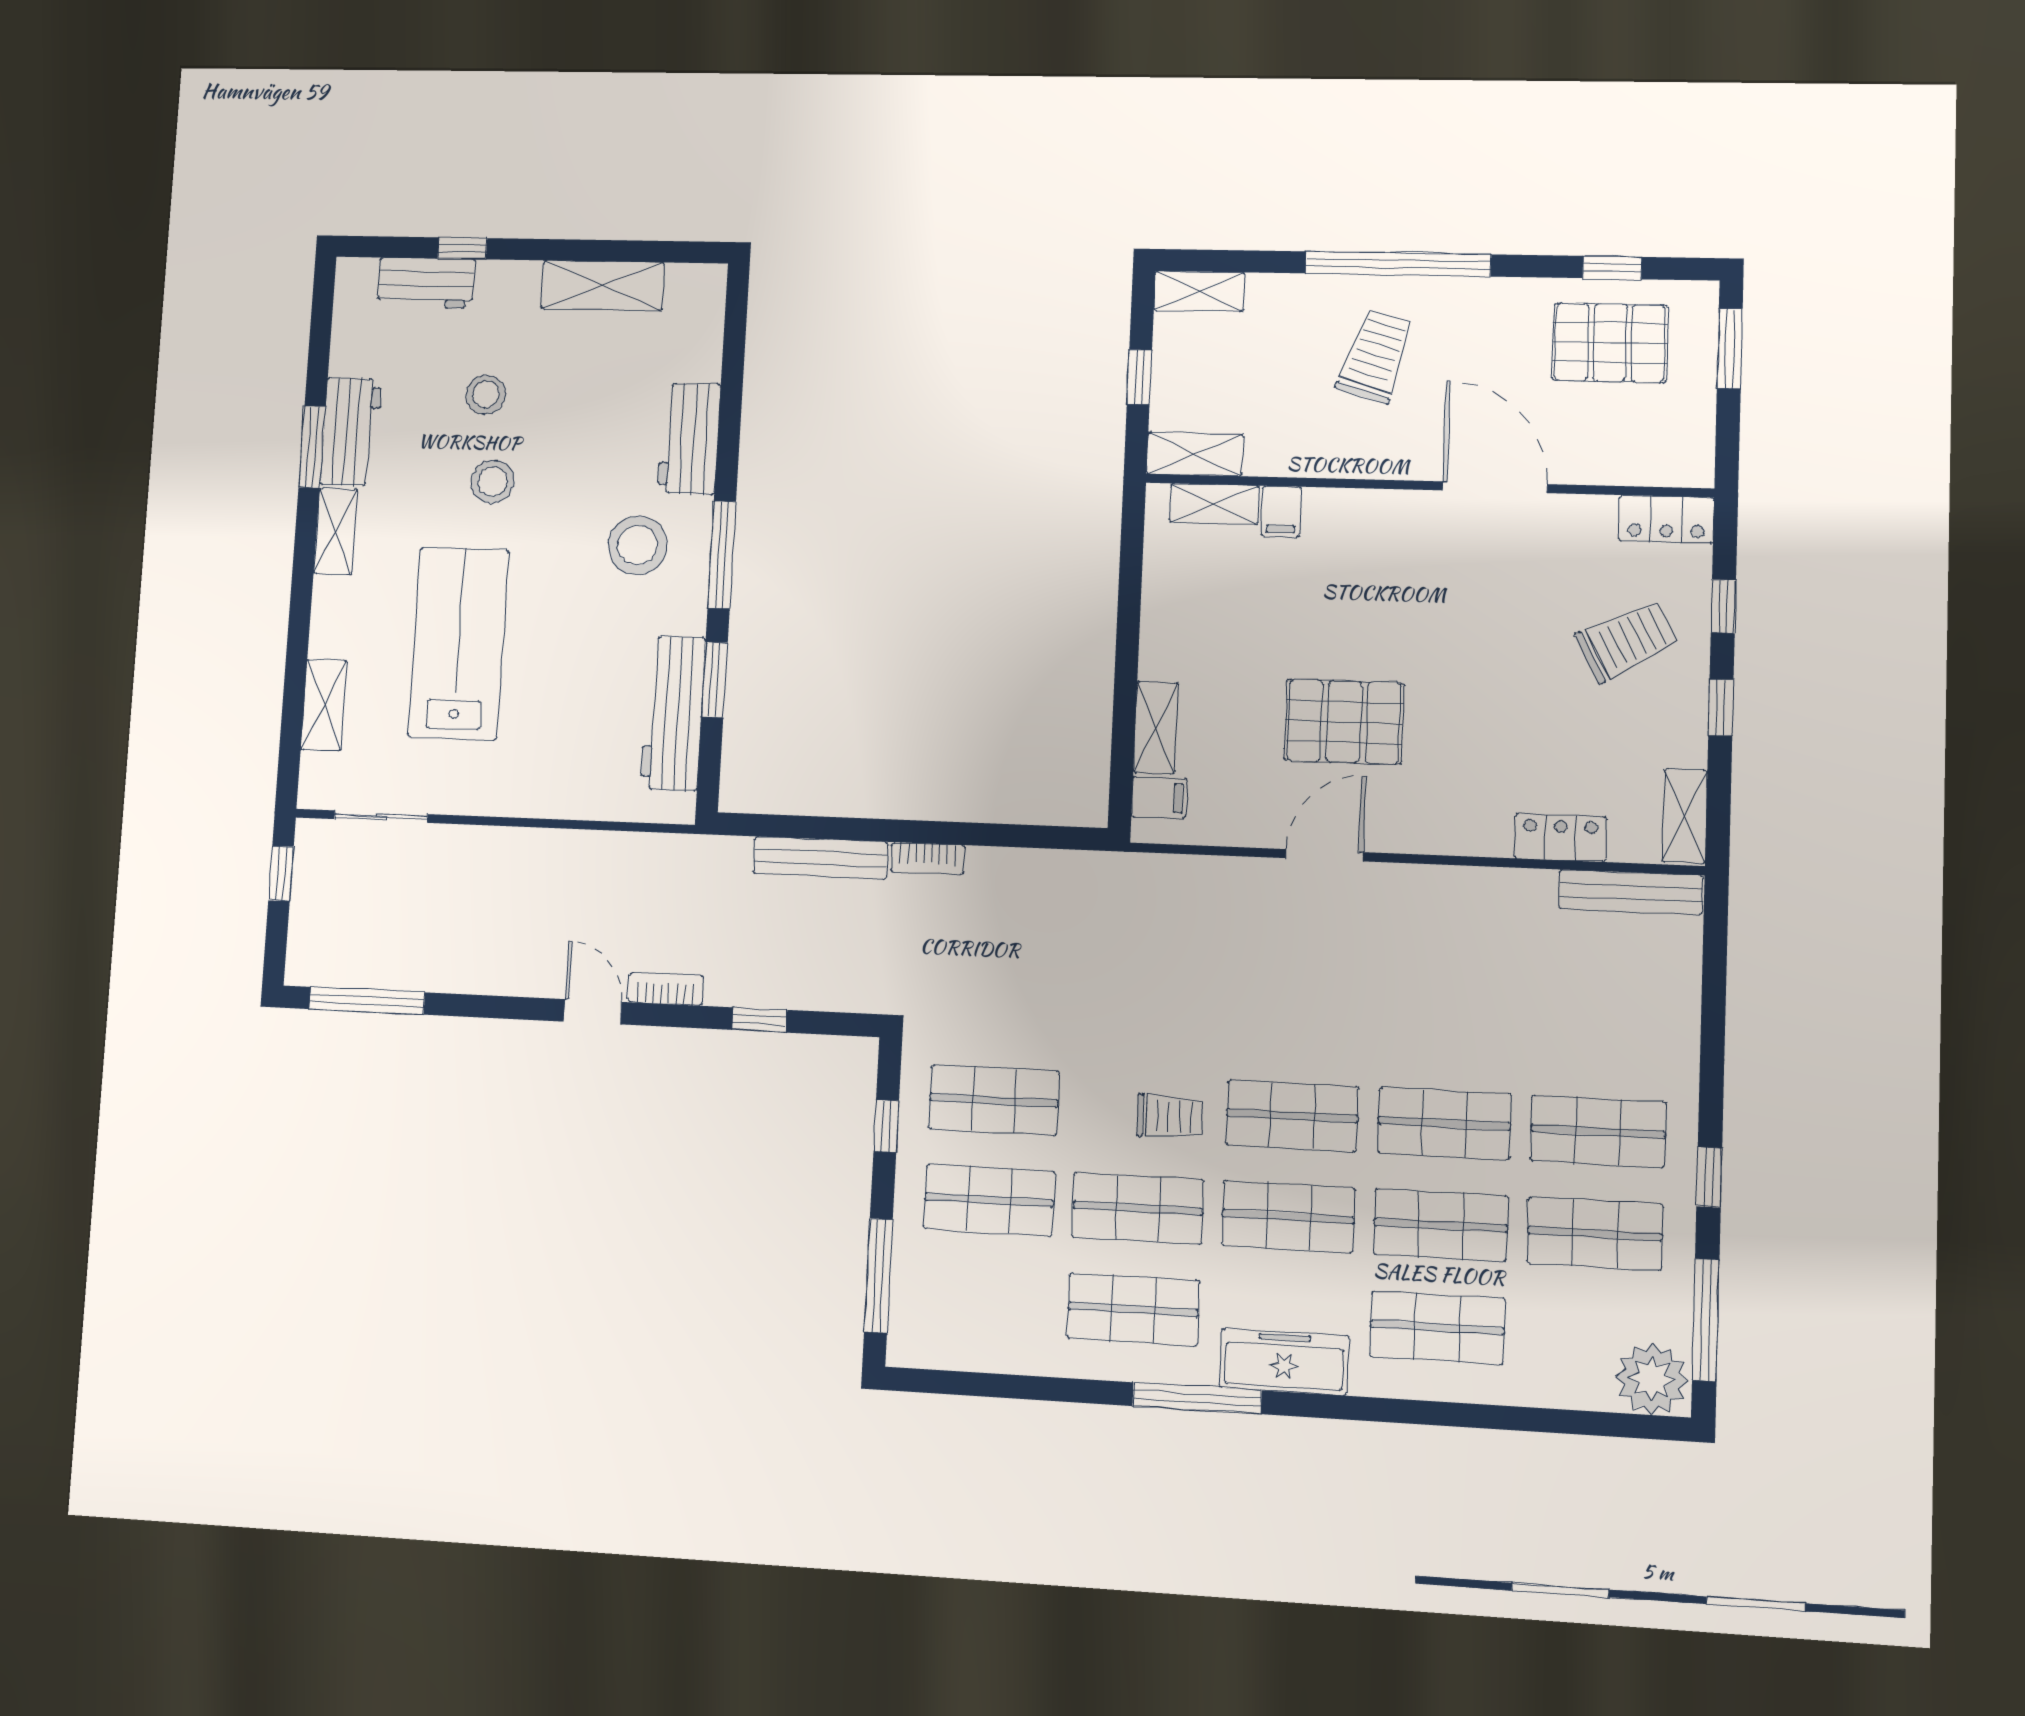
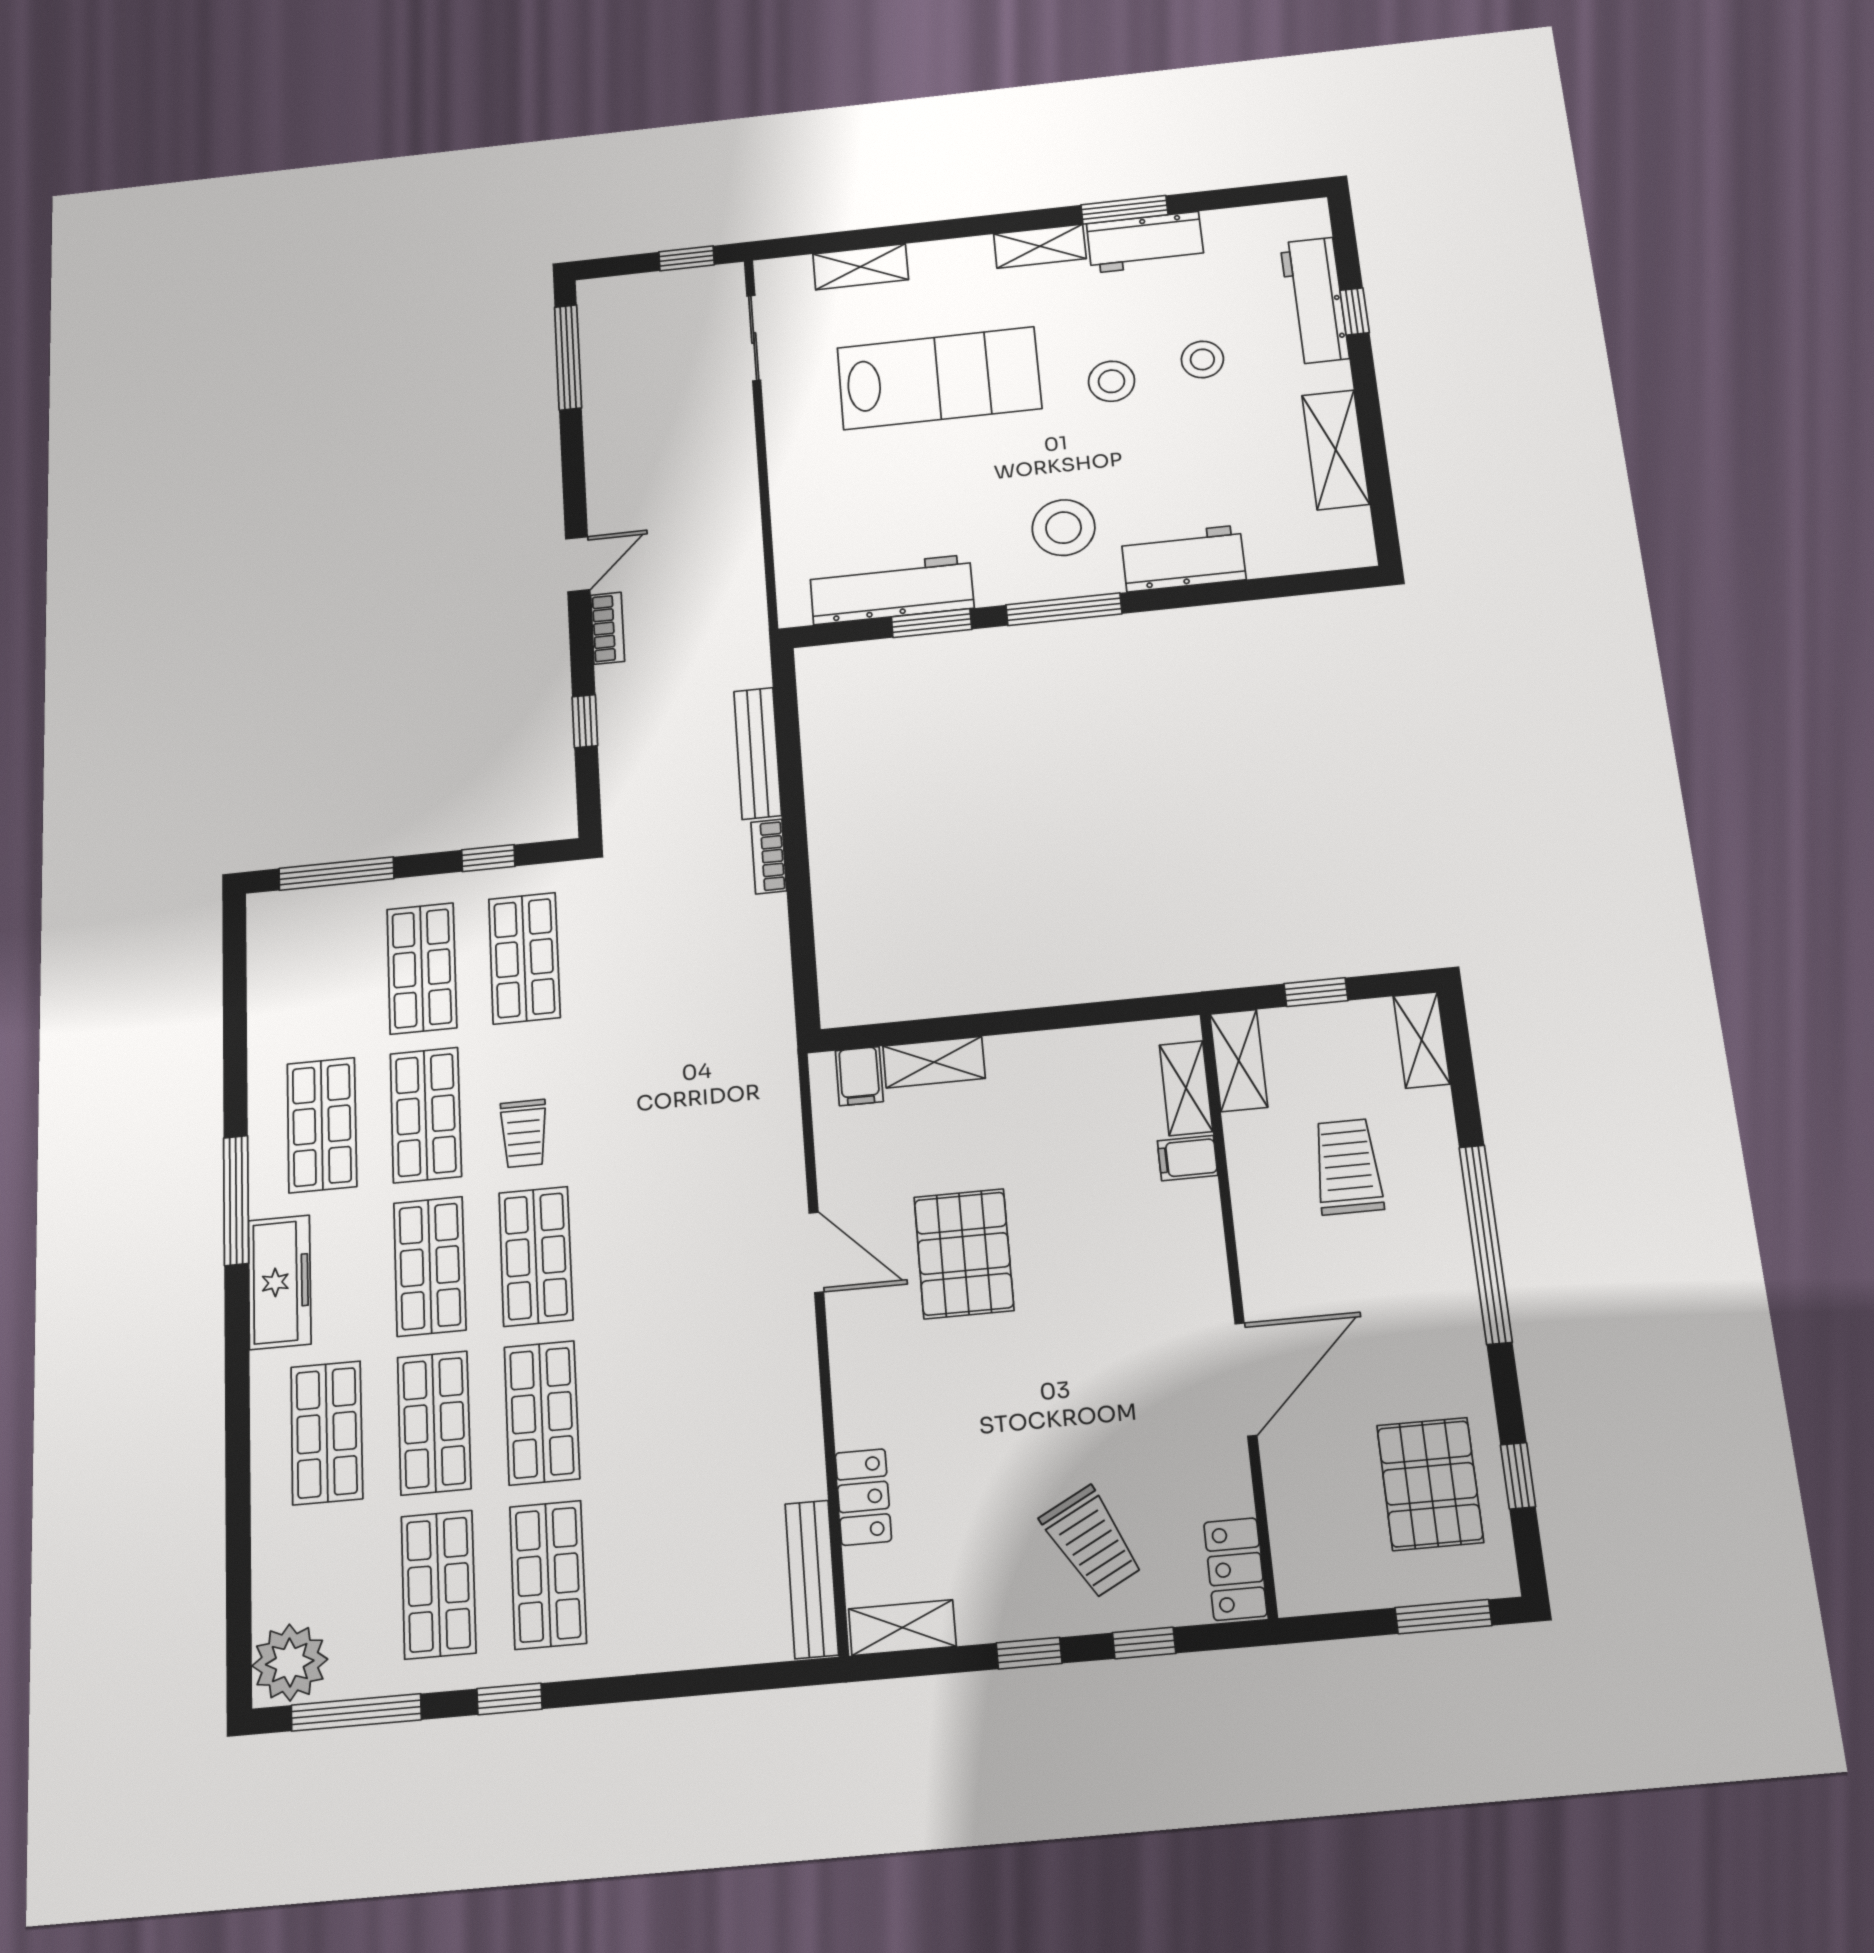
workbench: (426, 283) -> (1314, 300), width x1.38
trolley: (1375, 356) -> (1348, 1167), moved, turned -107

